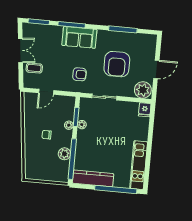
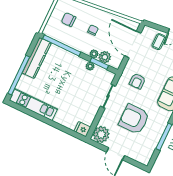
door: (46, 92) -> (133, 44), width x1.87
plant: (64, 154) -> (105, 57), moved
chair: (45, 162) -> (69, 20), added

